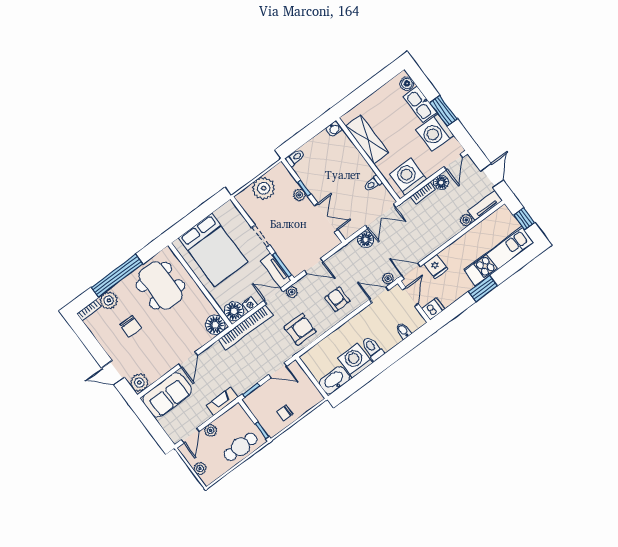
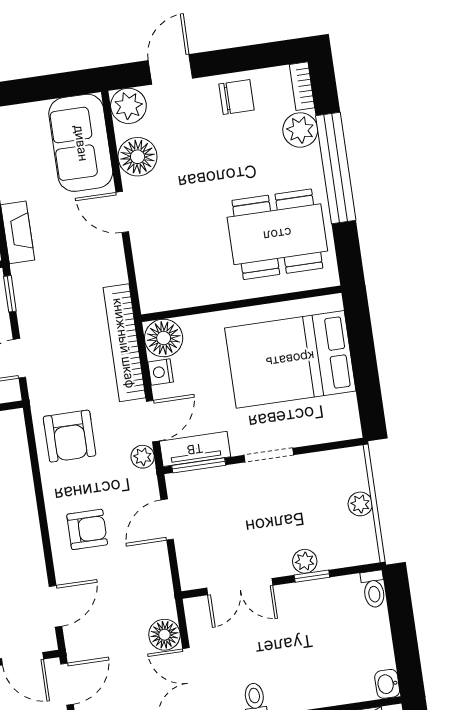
plant: (264, 188) -> (360, 504), width x0.53, depth x0.53
plant: (388, 279) -> (75, 637), removed
floor lamp: (215, 325) -> (138, 157), moved
chair: (130, 326) -> (236, 97), moved, turned 180

